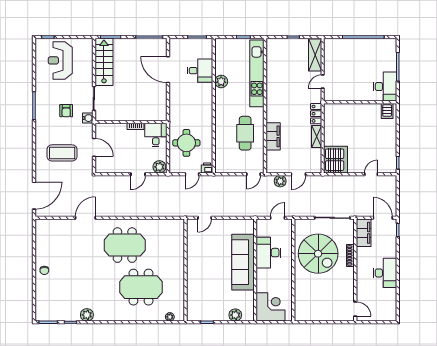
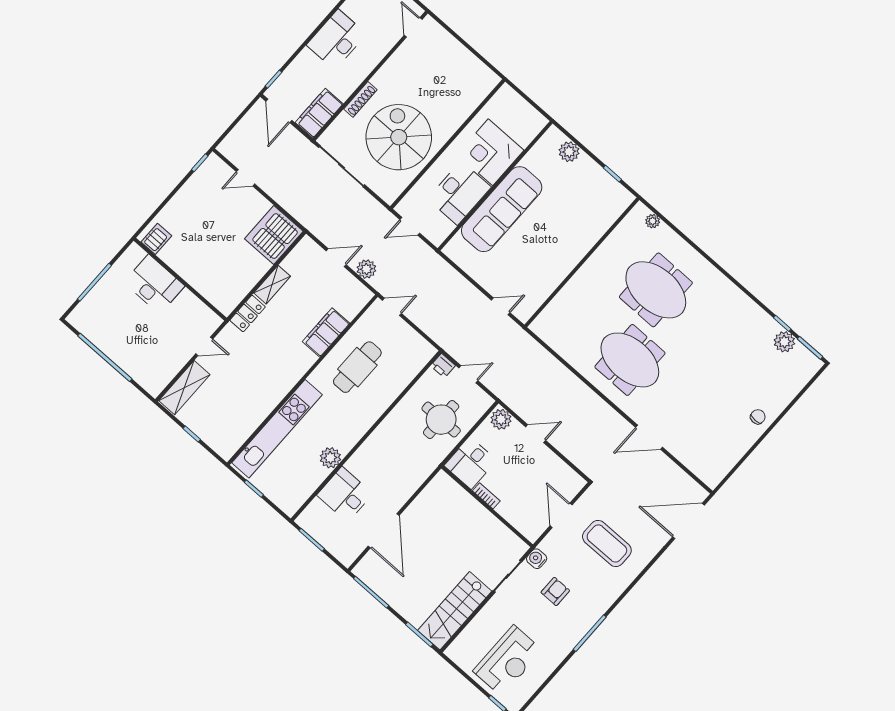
desk: (385, 87) -> (154, 284), moved, turned 90
corner desk: (271, 307) -> (490, 152), moved
plant: (87, 315) -> (784, 342), moved

